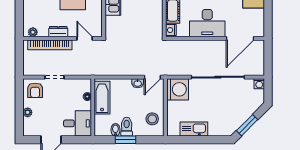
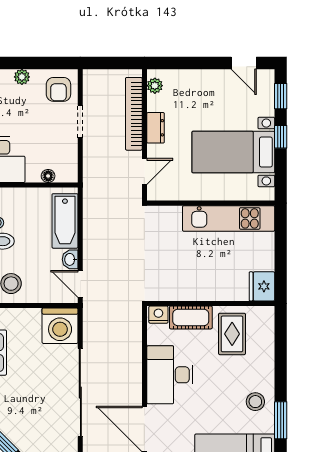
armchair: (35, 90) -> (58, 89), turned -90
bathtub: (102, 98) -> (65, 221), moved, turned 90

